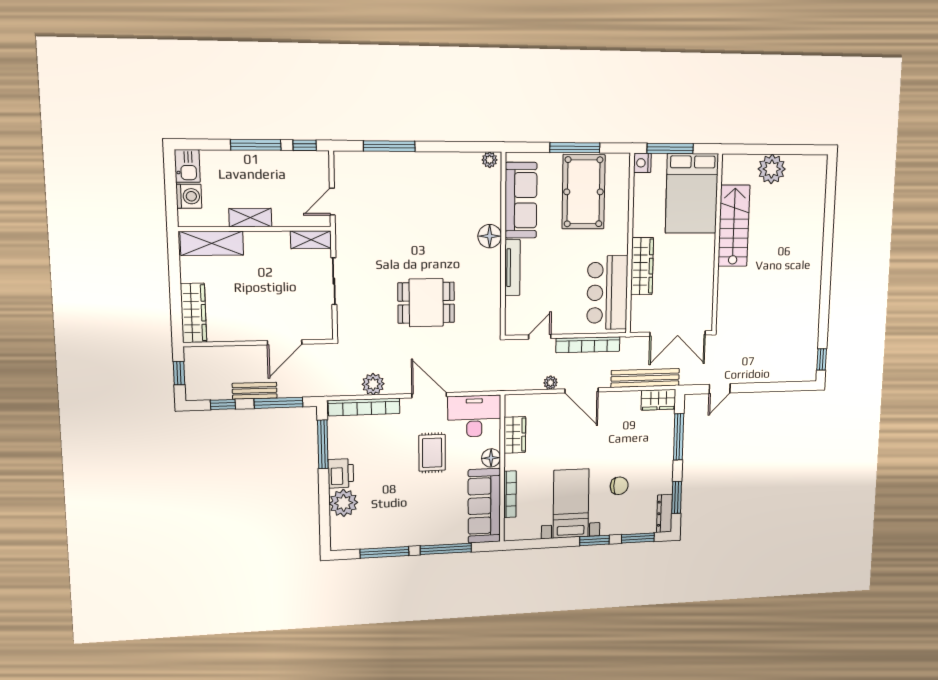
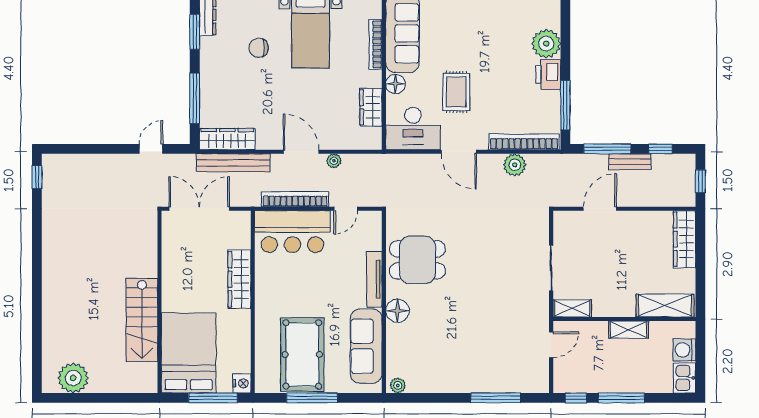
plant: (772, 169) -> (73, 378), moved
bar counter: (607, 293) -> (292, 232), moved, turned 90
dining table: (426, 303) -> (417, 260), moved
wardrobe: (658, 400) -> (227, 139), width x1.50

